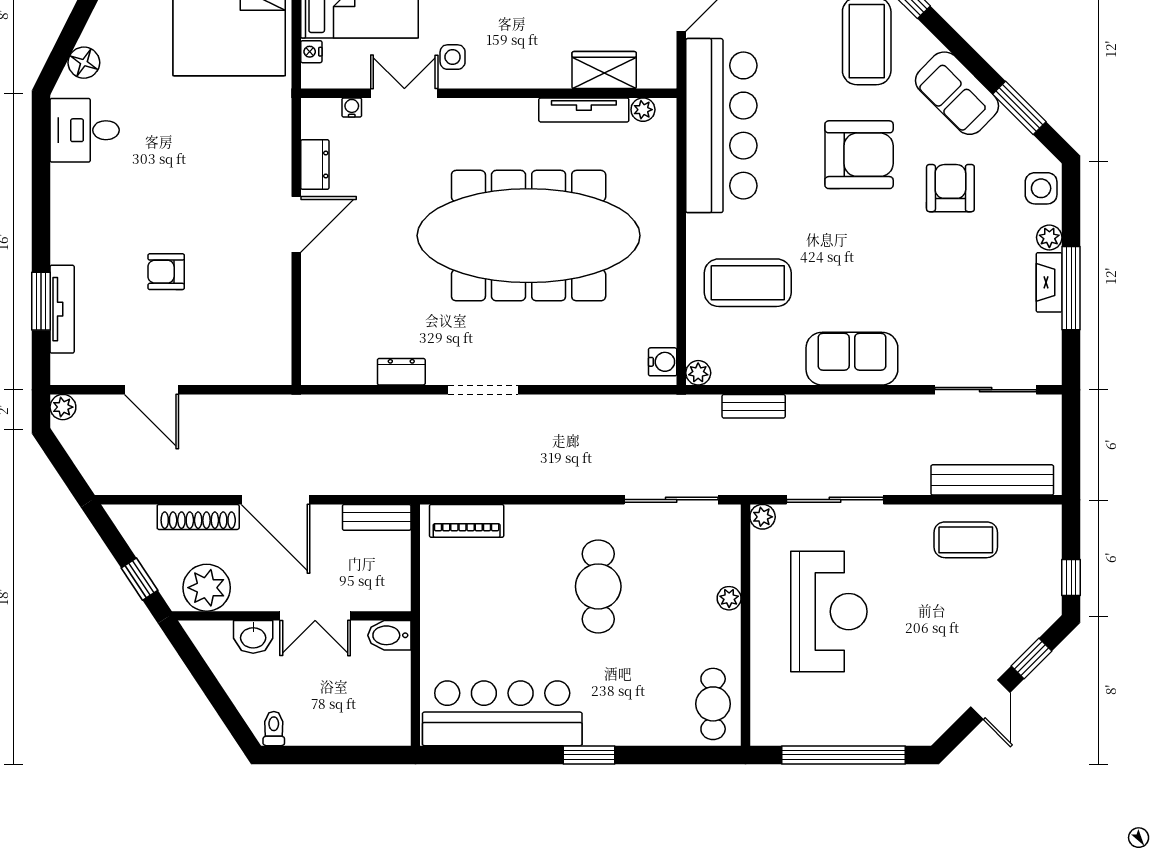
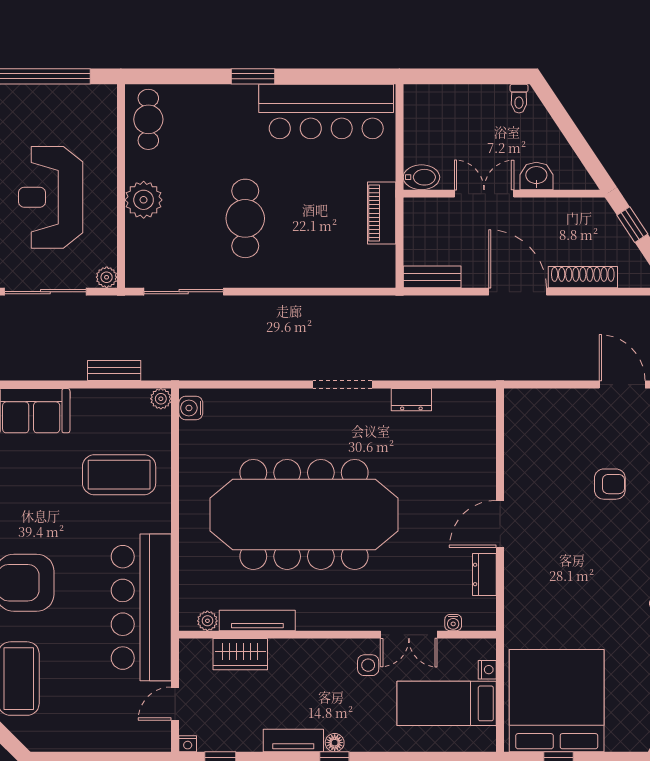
piano: (467, 521) -> (382, 213), moved, turned -90
plant: (207, 588) -> (576, 217), removed
plant: (729, 598) -> (144, 200), width x1.88, depth x1.88

